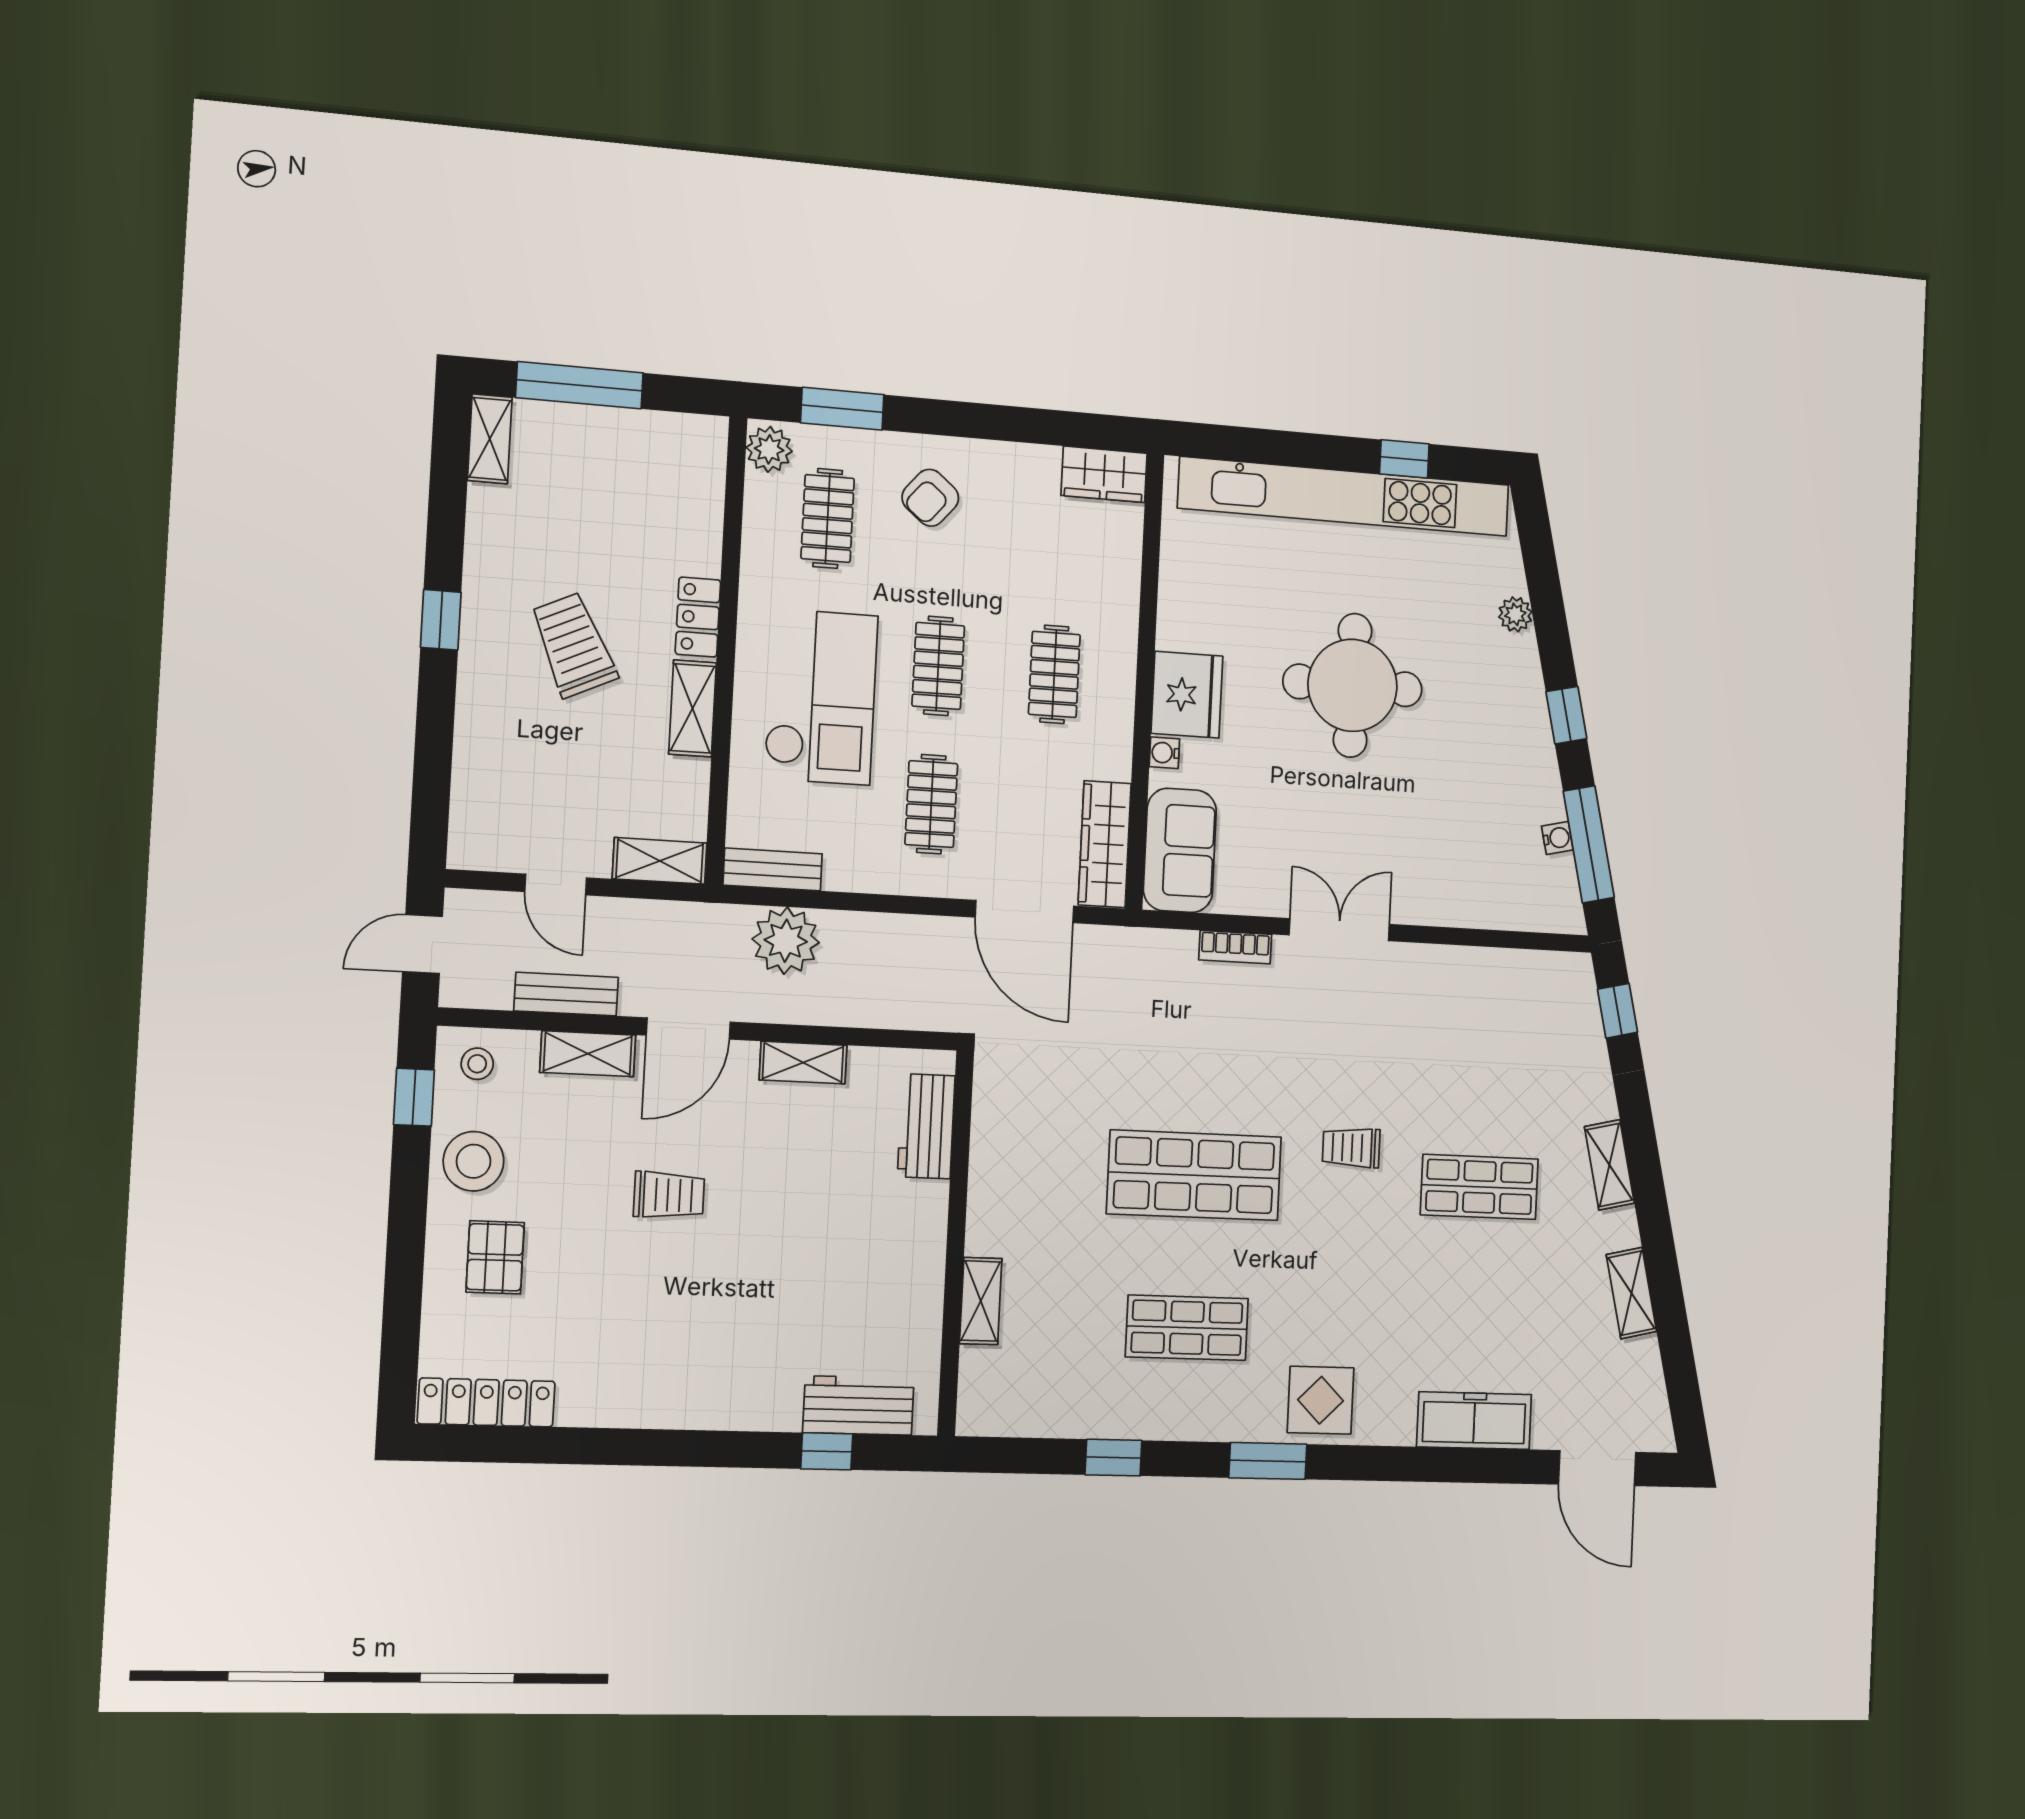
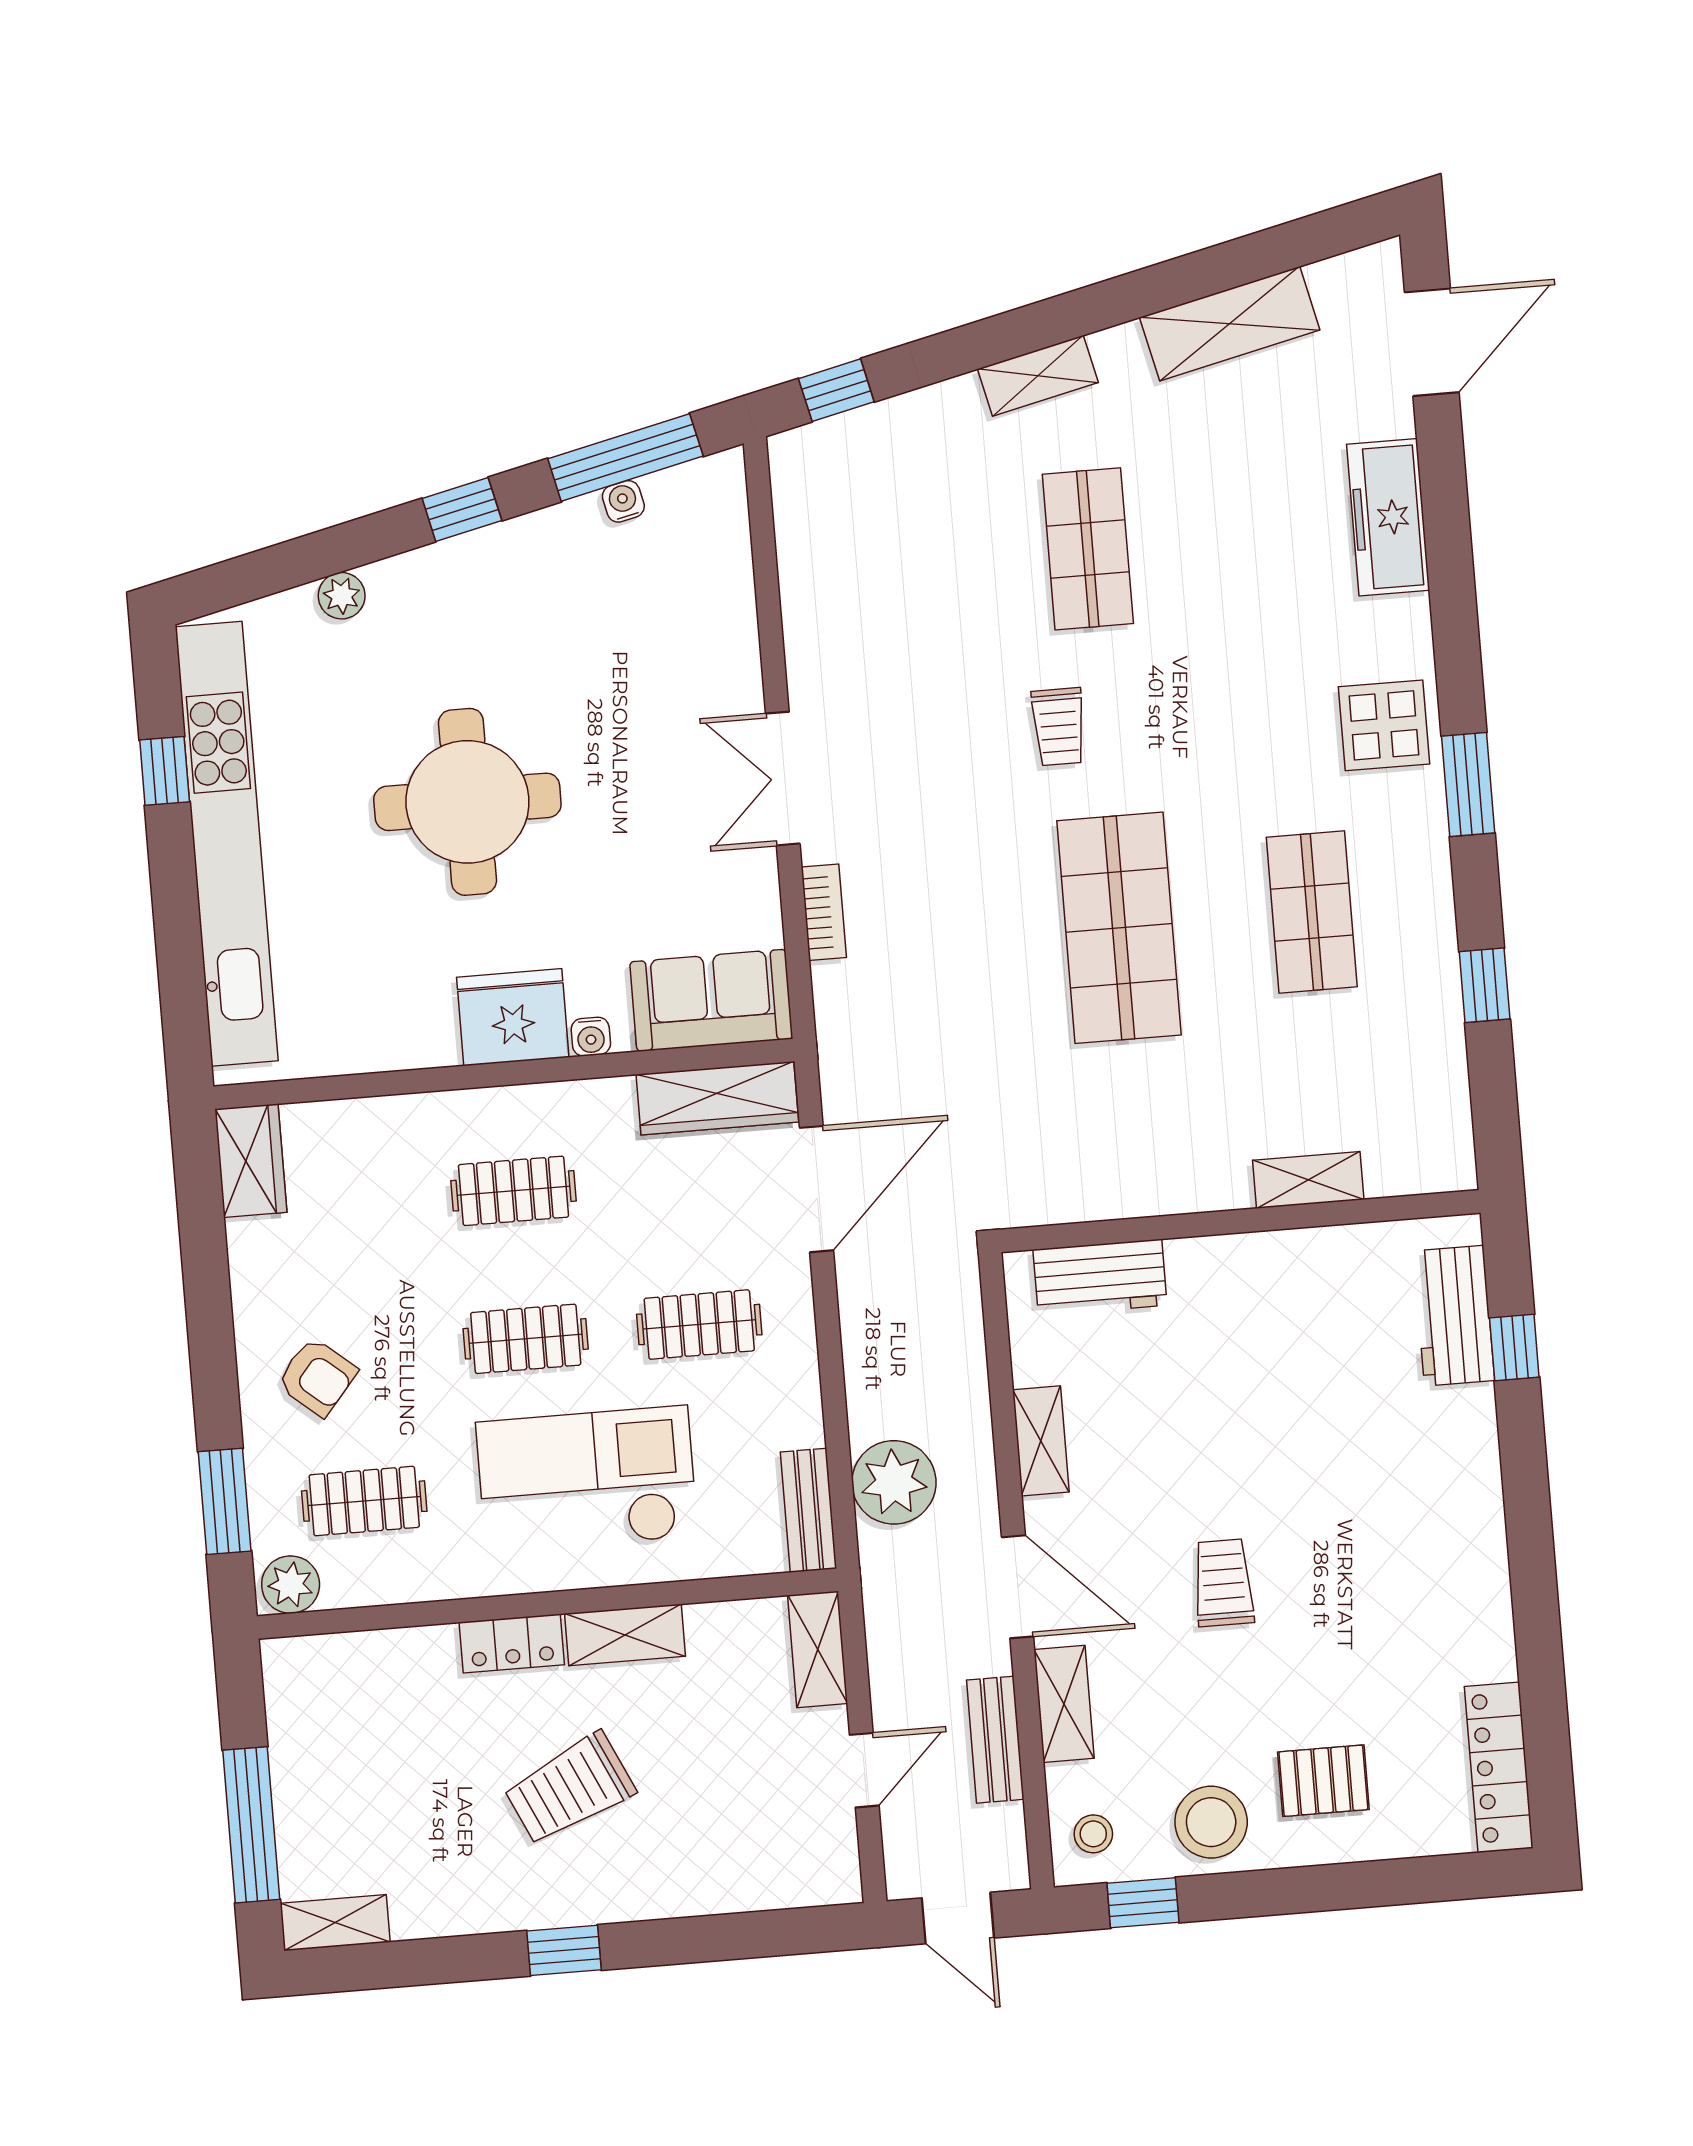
shelving: (1631, 1293) -> (1230, 324), width x1.50, depth x1.33

